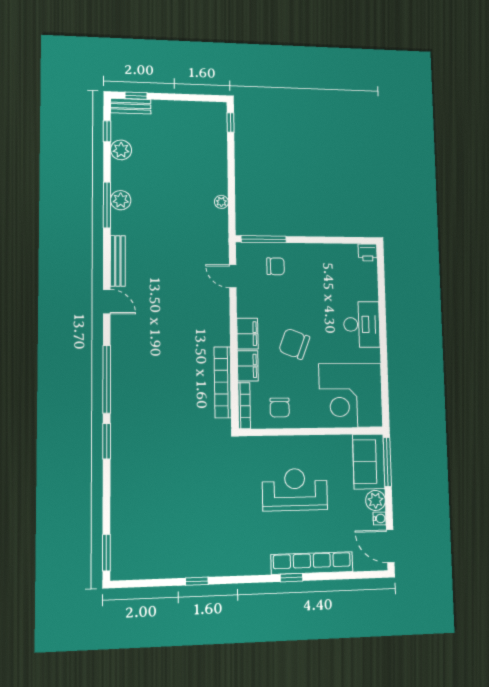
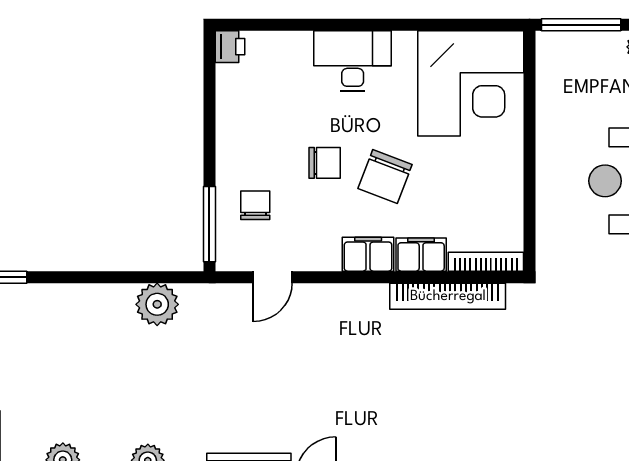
plant: (221, 202) -> (157, 304), width x1.88, depth x1.88
chair: (280, 407) -> (325, 163), moved
sofa: (369, 462) -> (580, 56), removed

